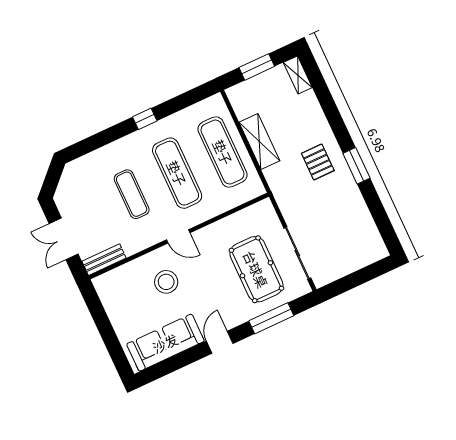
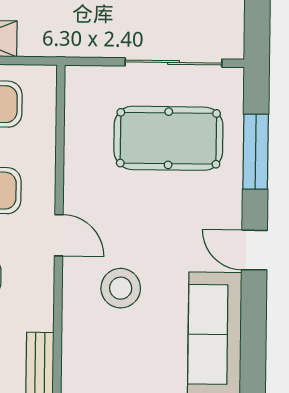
door: (178, 236) -> (59, 235), hinge flipped

